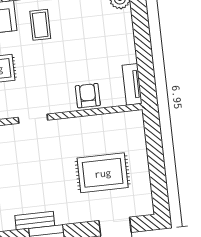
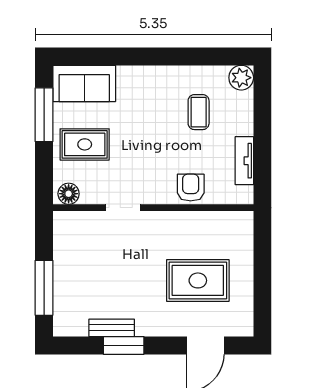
coffee table: (40, 25) -> (199, 112), moved
tv unit: (132, 84) -> (244, 161), moved

